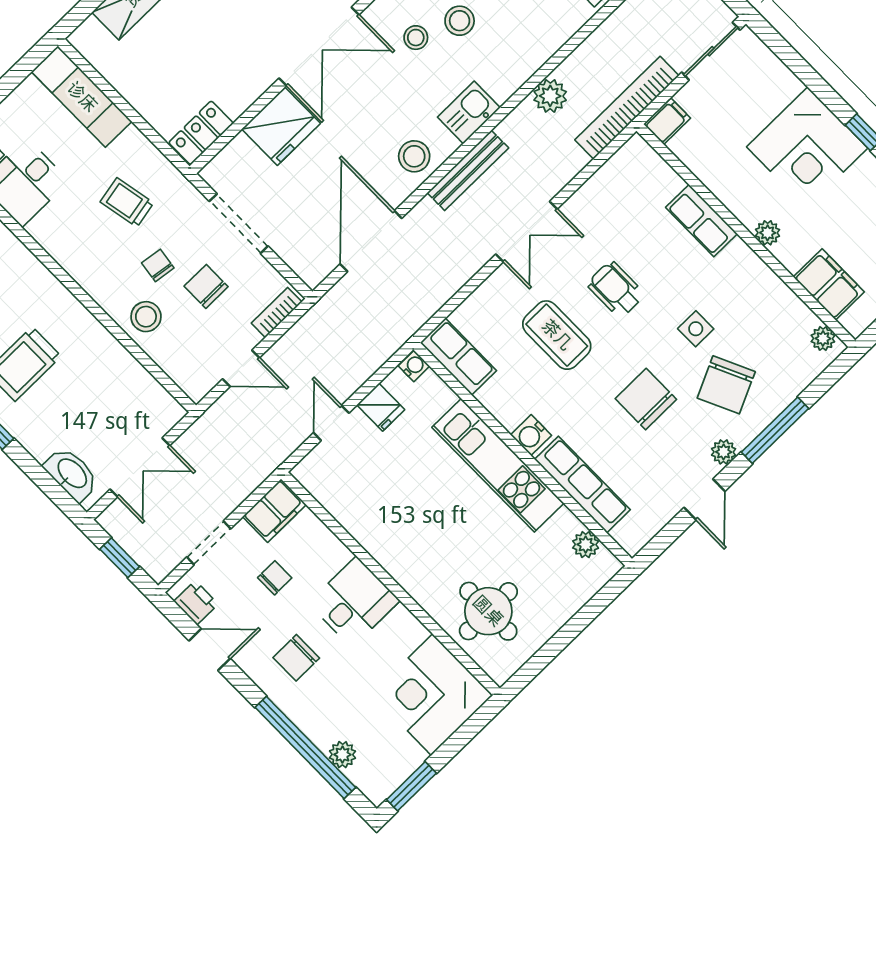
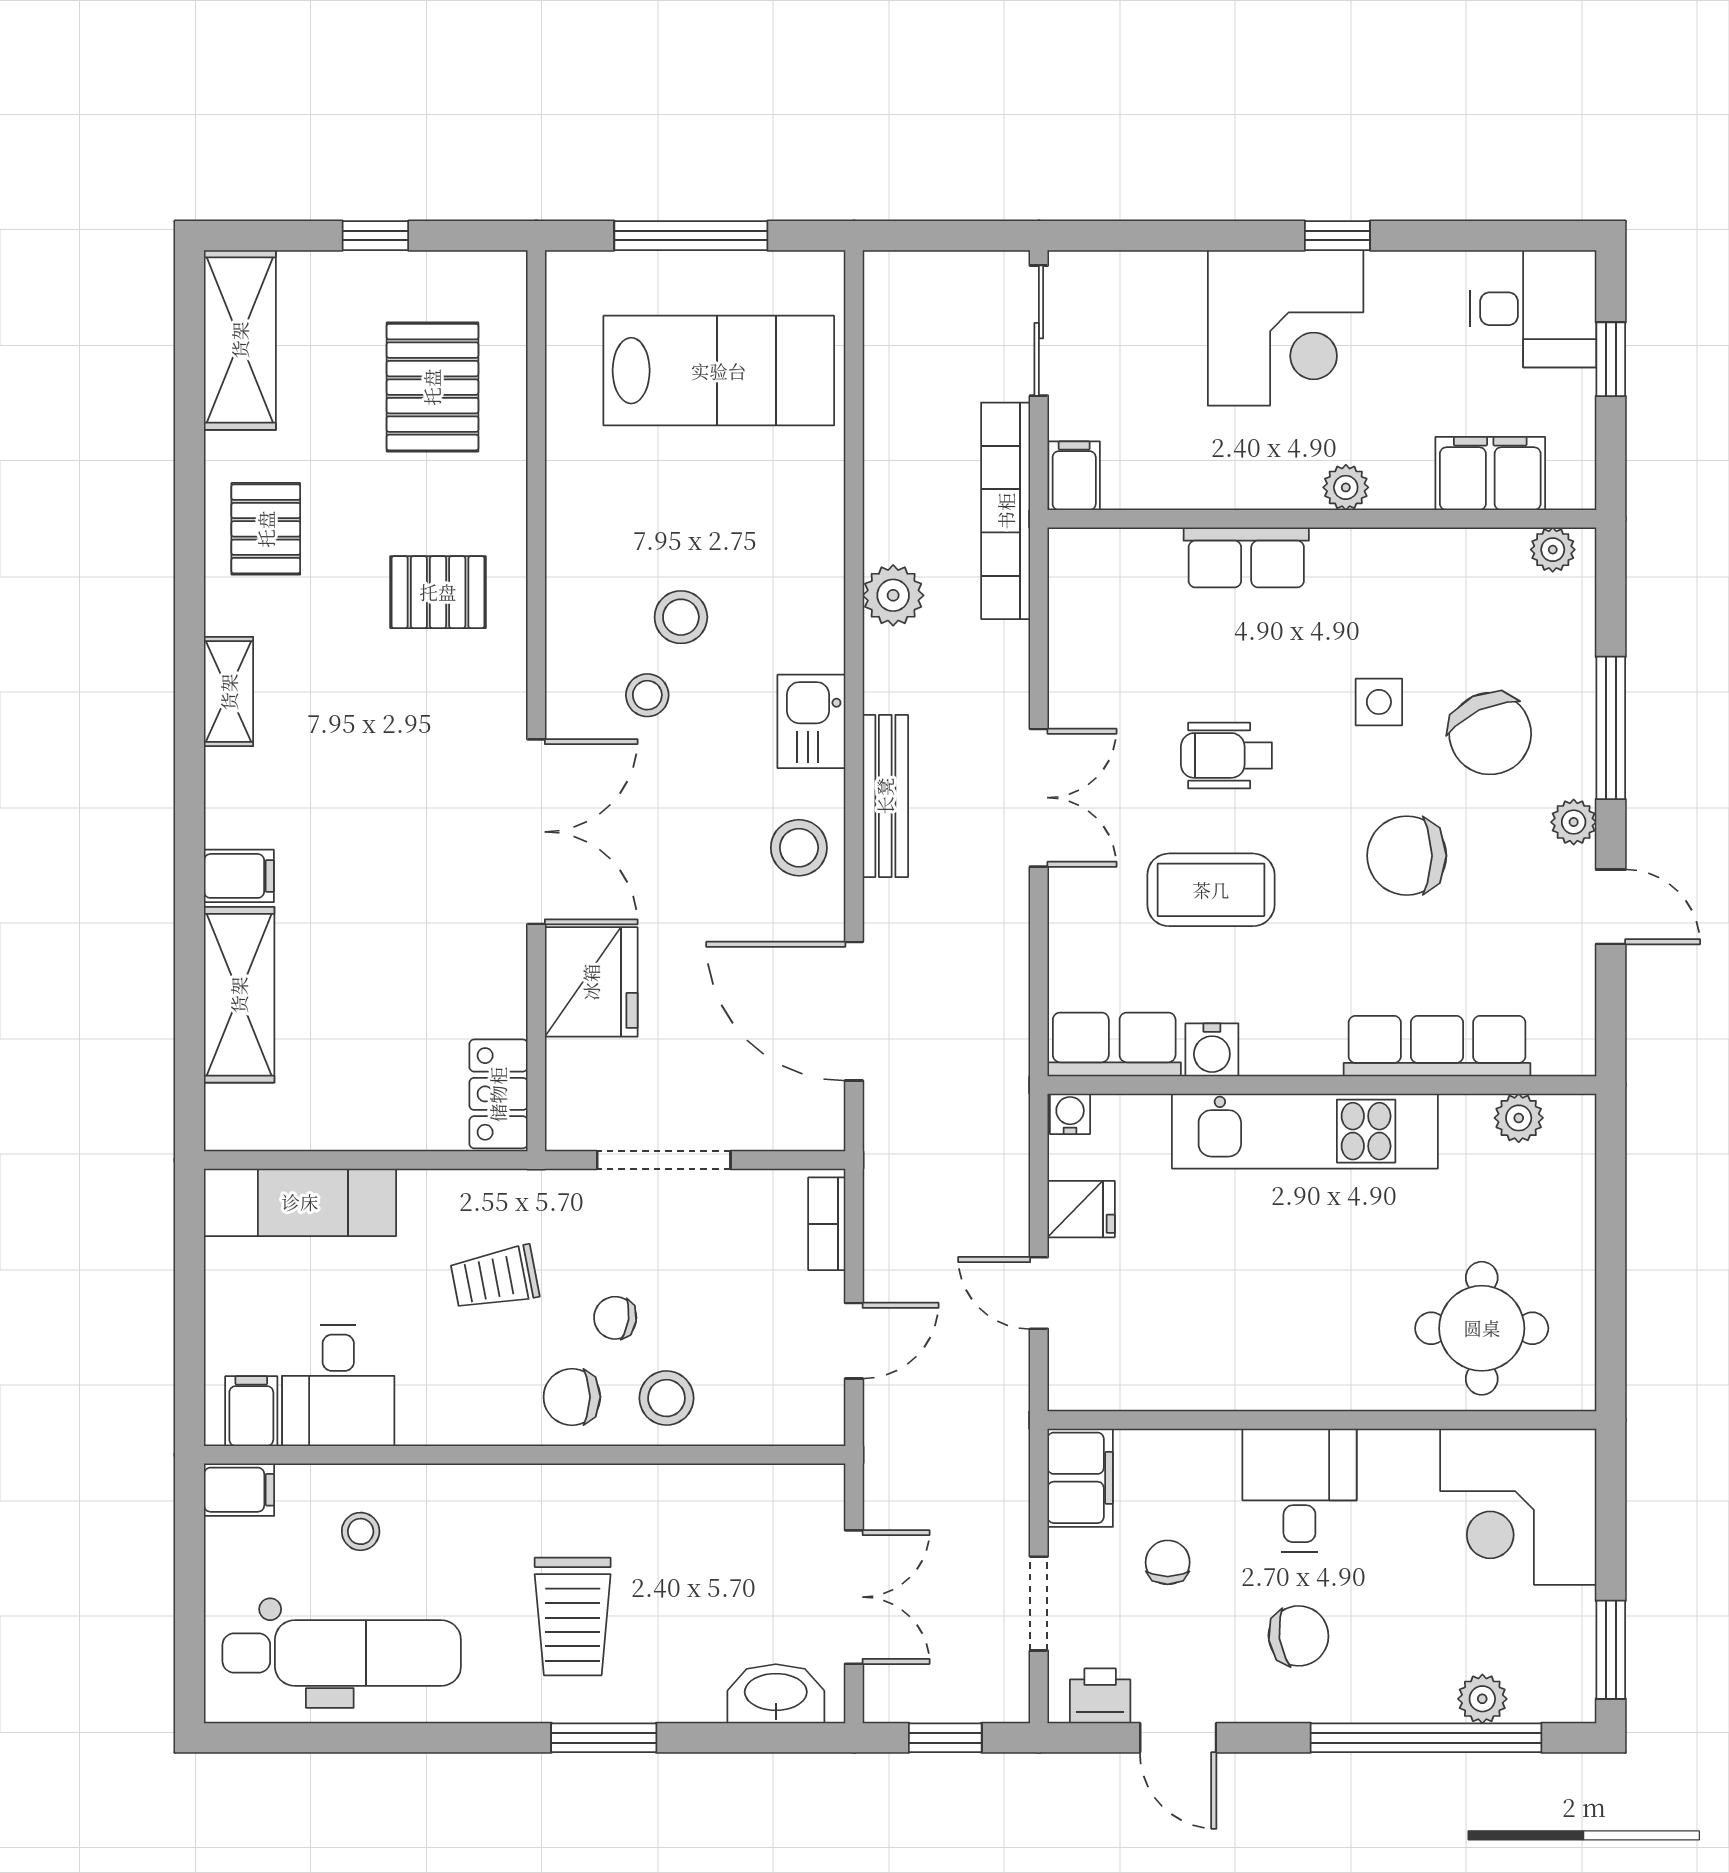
chair: (206, 286) -> (572, 1397), moved
water cooler: (531, 435) -> (1212, 1050), moved
door: (210, 650) -> (1178, 1738), swing flipped
chair: (296, 658) -> (1298, 1636), turned -98

